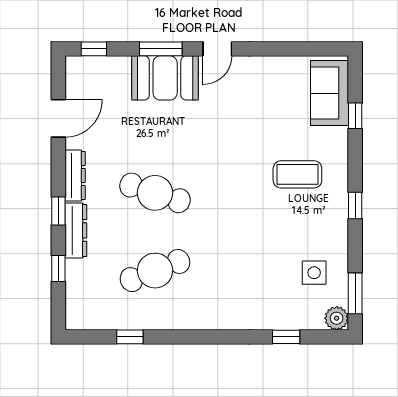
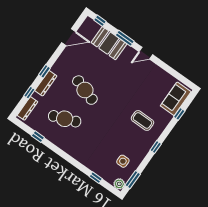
booth: (165, 78) -> (109, 43), moved
dresser: (75, 175) -> (27, 108), moved

